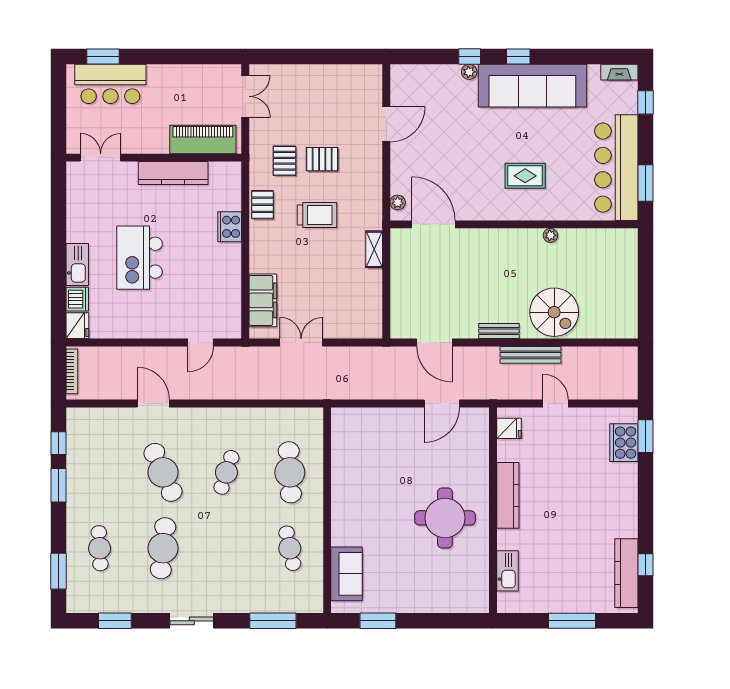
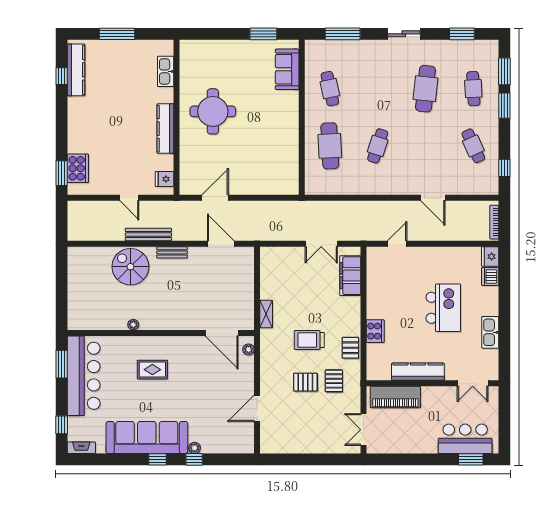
kitchen sink: (77, 265) -> (490, 332), moved
cafe table: (163, 472) -> (473, 146), moved, width x0.73, depth x0.74
window: (58, 485) -> (504, 106), moved

